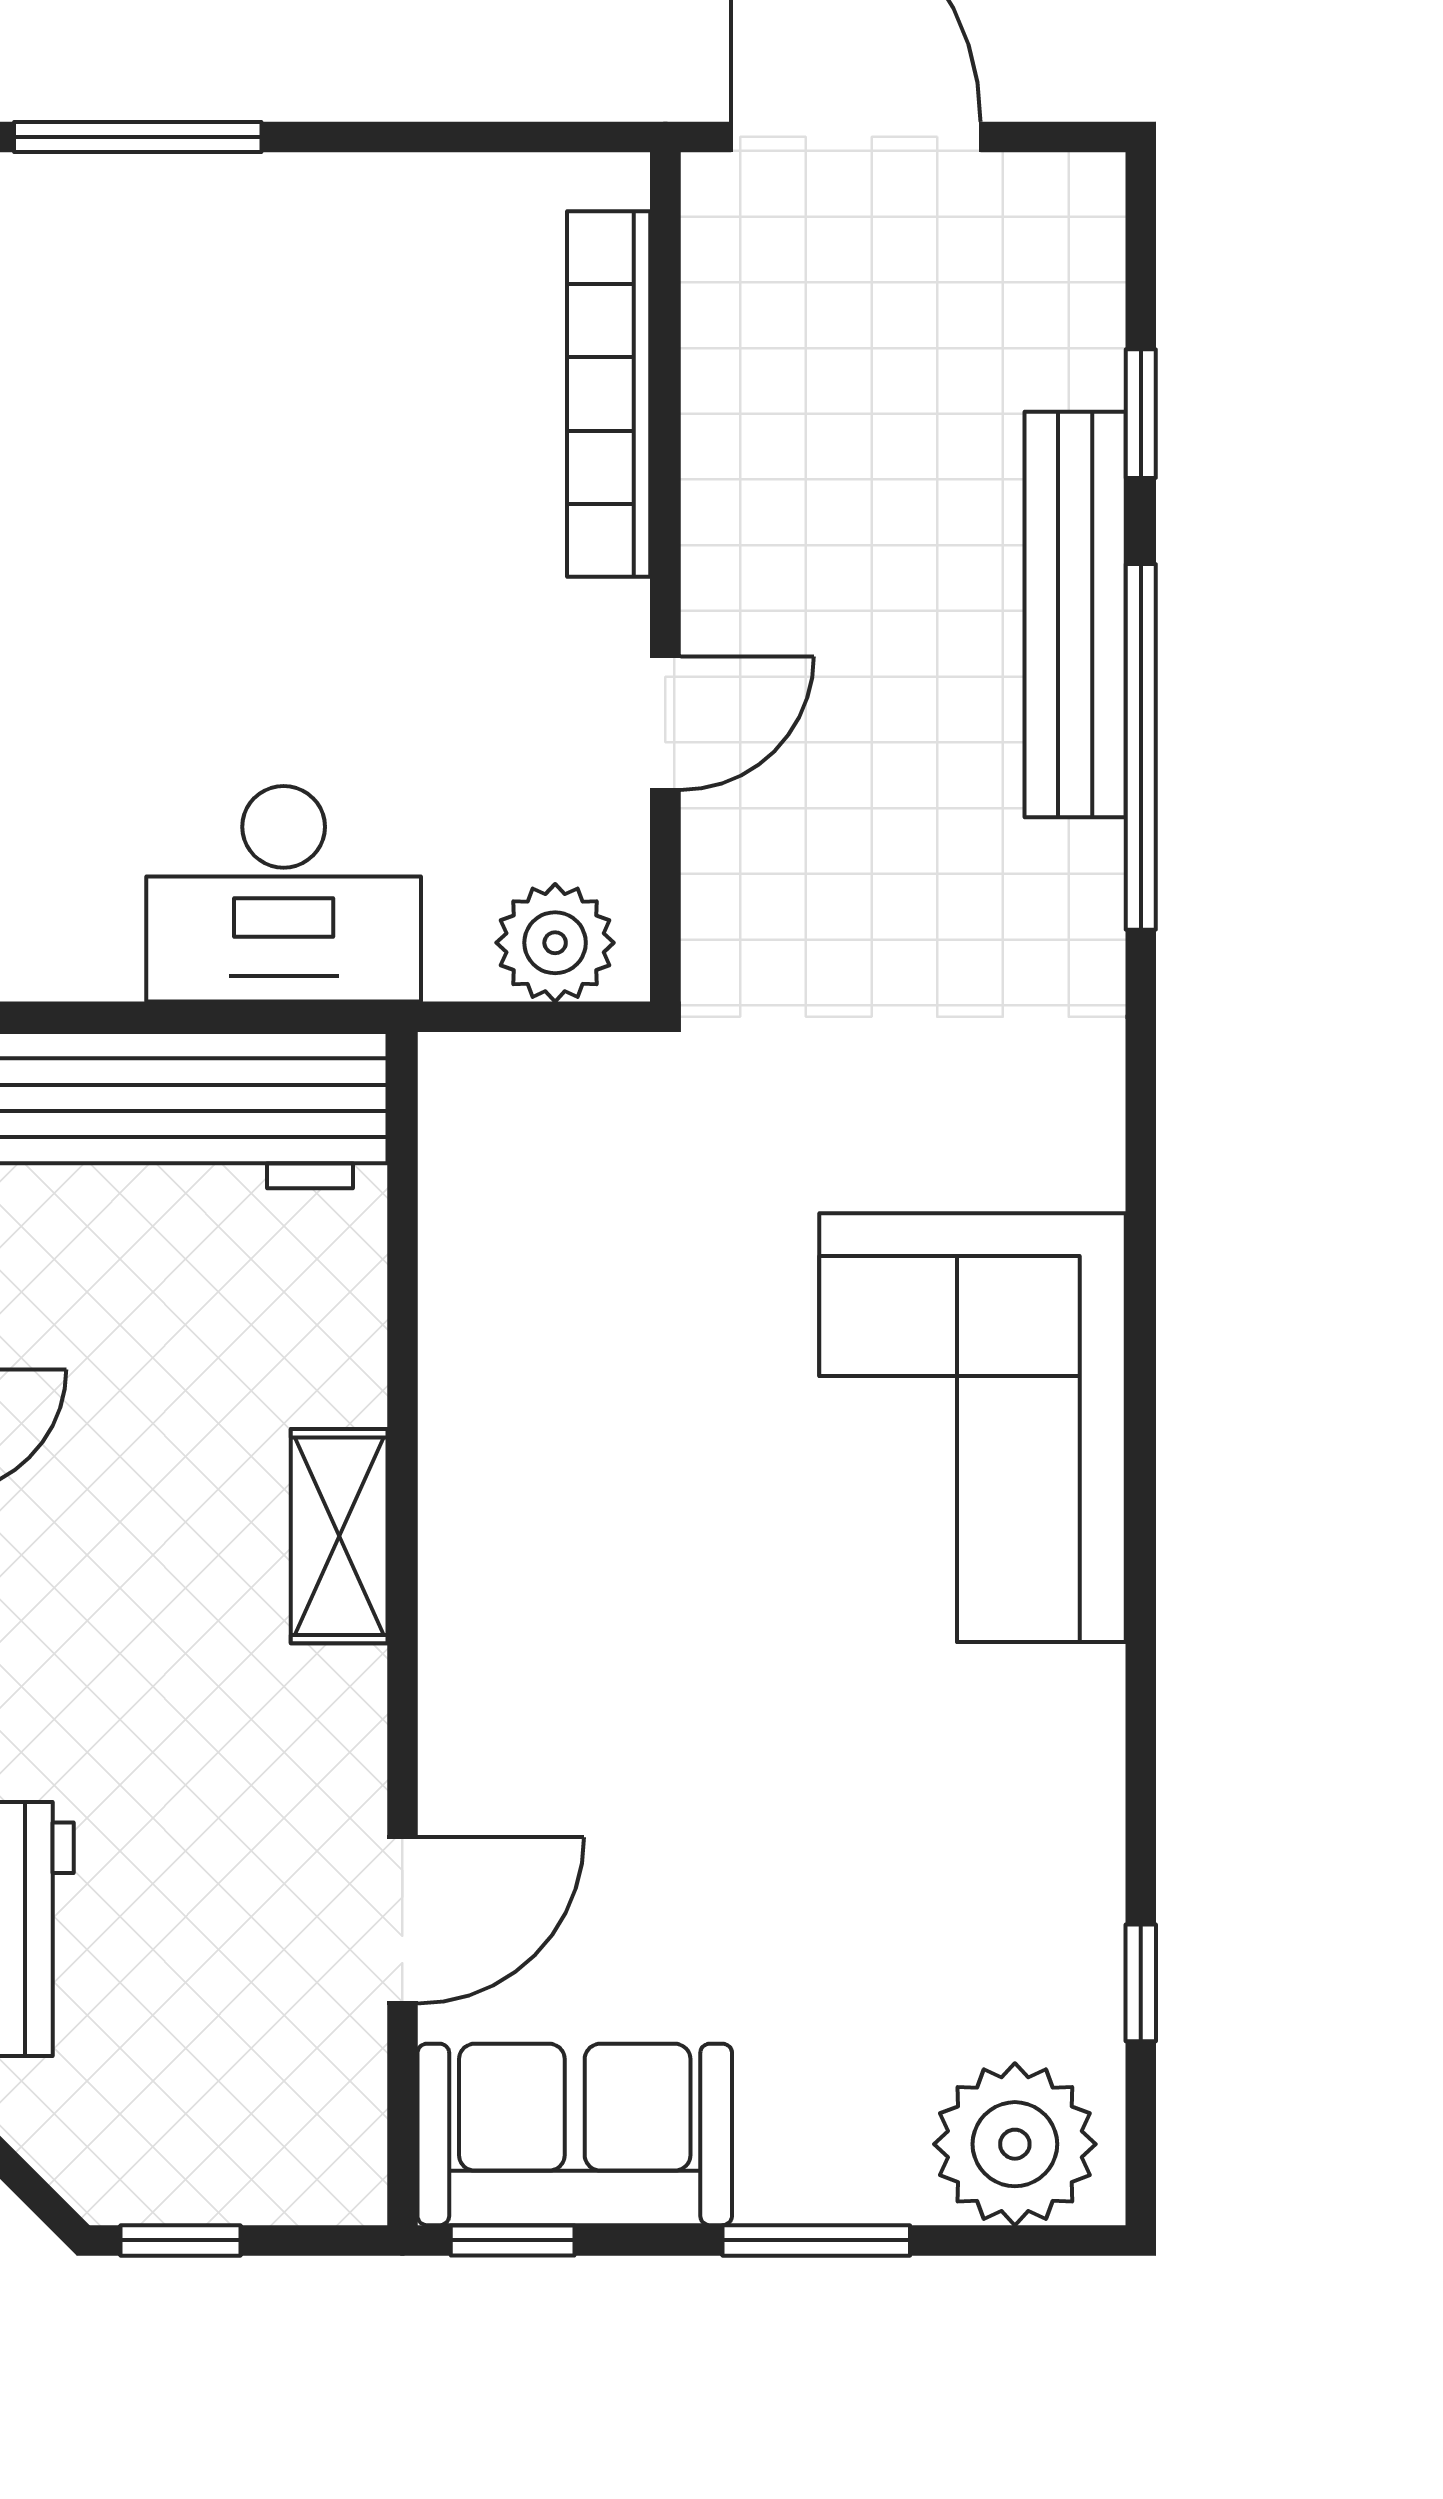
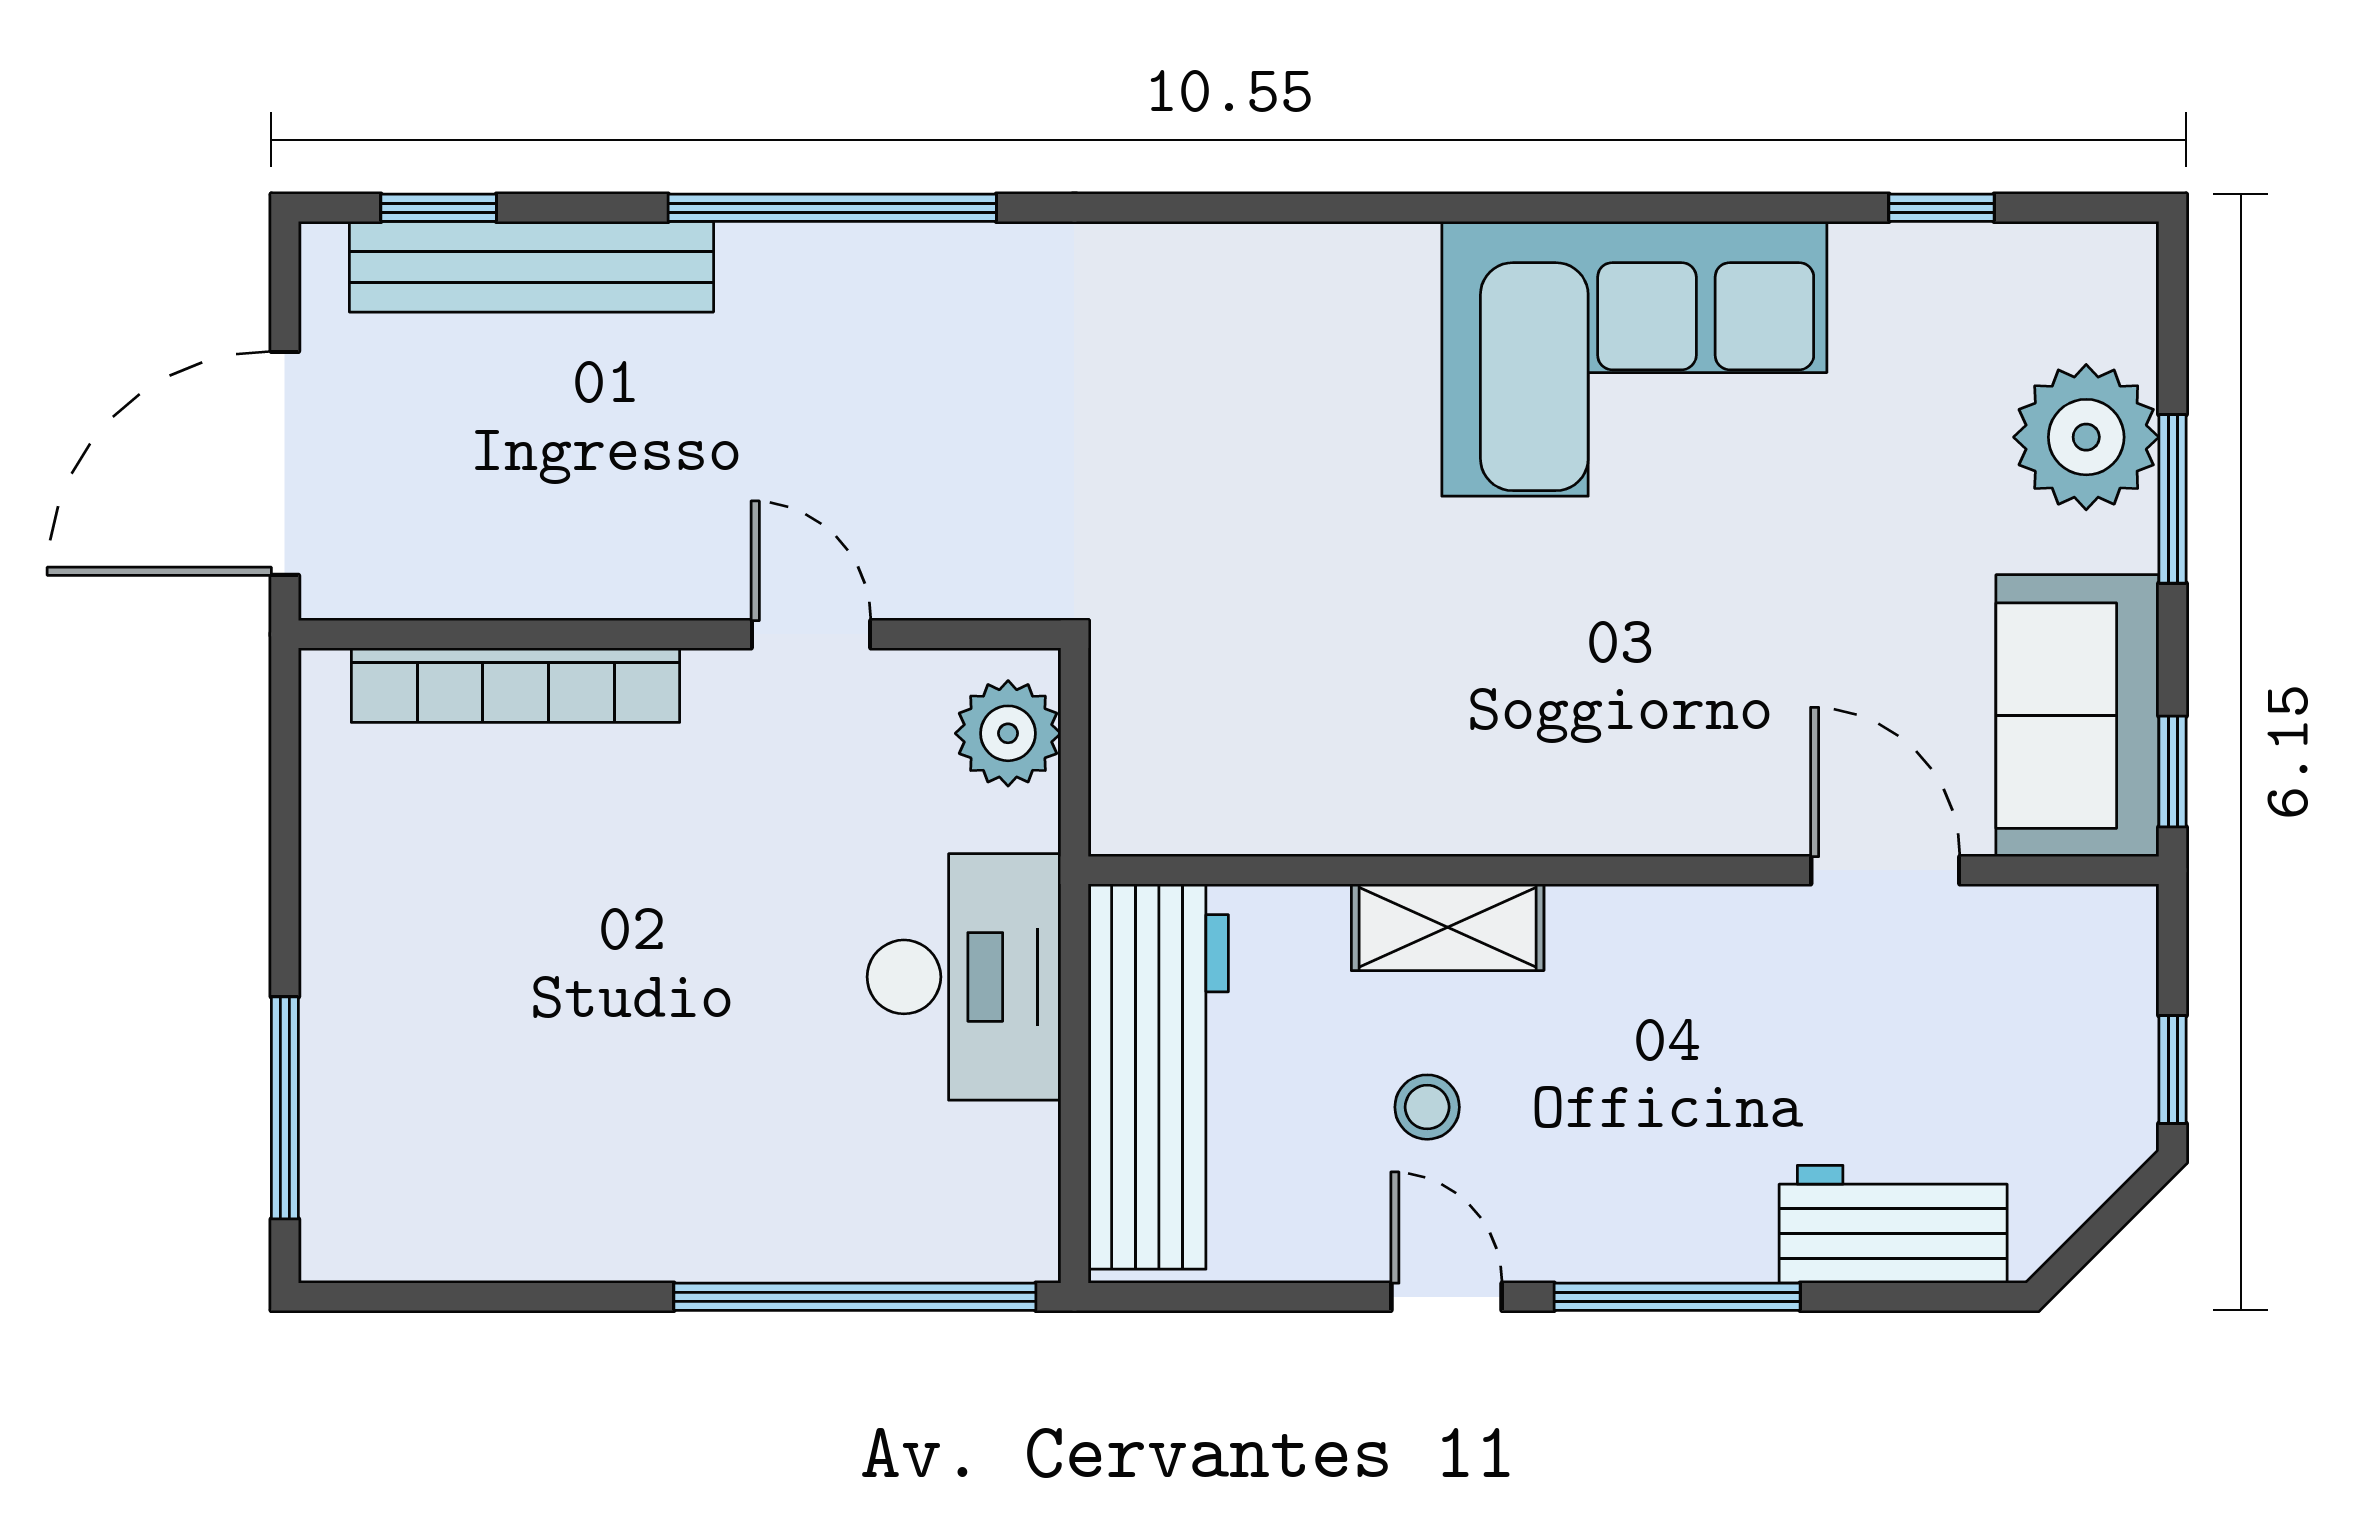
window: (1141, 414) -> (439, 208), moved
bench: (1075, 614) -> (531, 267), moved
stool: (139, 1410) -> (1427, 1107), added
corner sofa: (972, 1428) -> (1634, 359), moved
shelving: (339, 1536) -> (1448, 927), moved
plant: (1015, 2144) -> (2086, 437), moved

